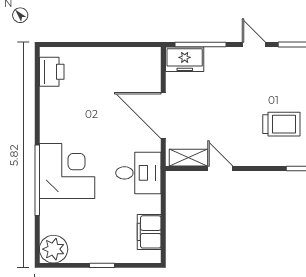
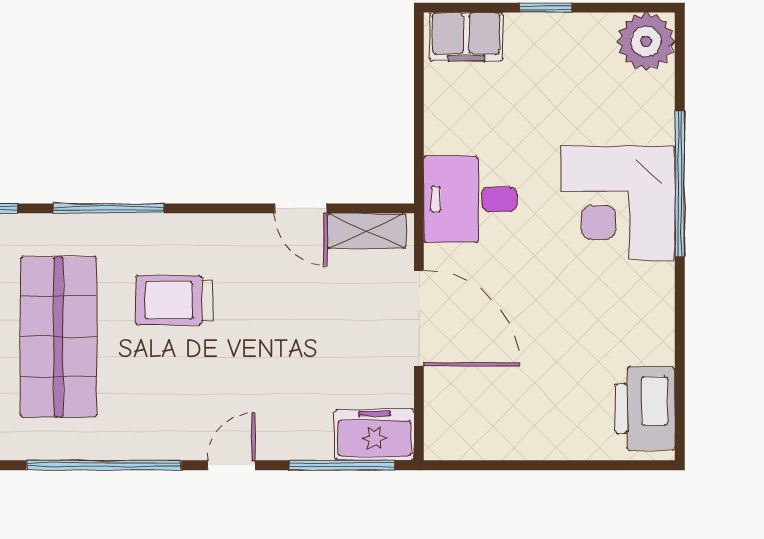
door: (254, 44) -> (231, 465), swing flipped
printer: (52, 72) -> (645, 408), width x1.37, depth x1.19
filing cabinet: (149, 232) -> (466, 37), moved, turned 90

